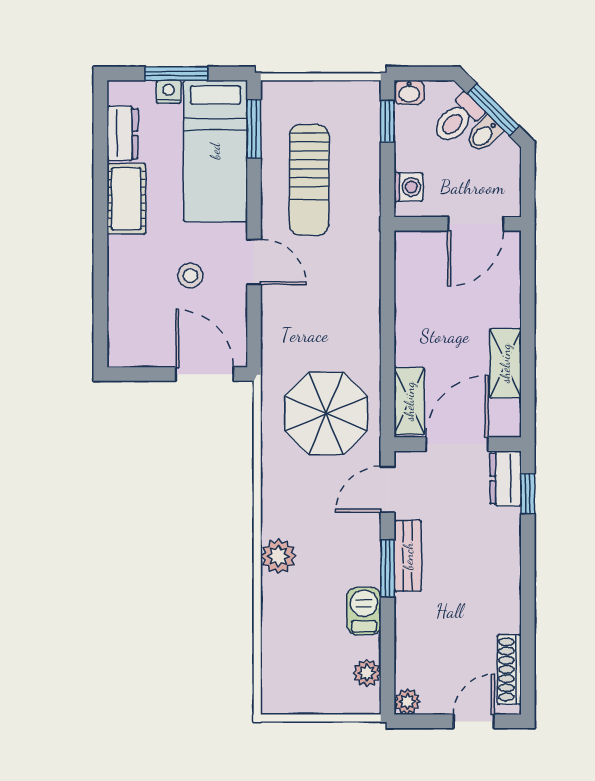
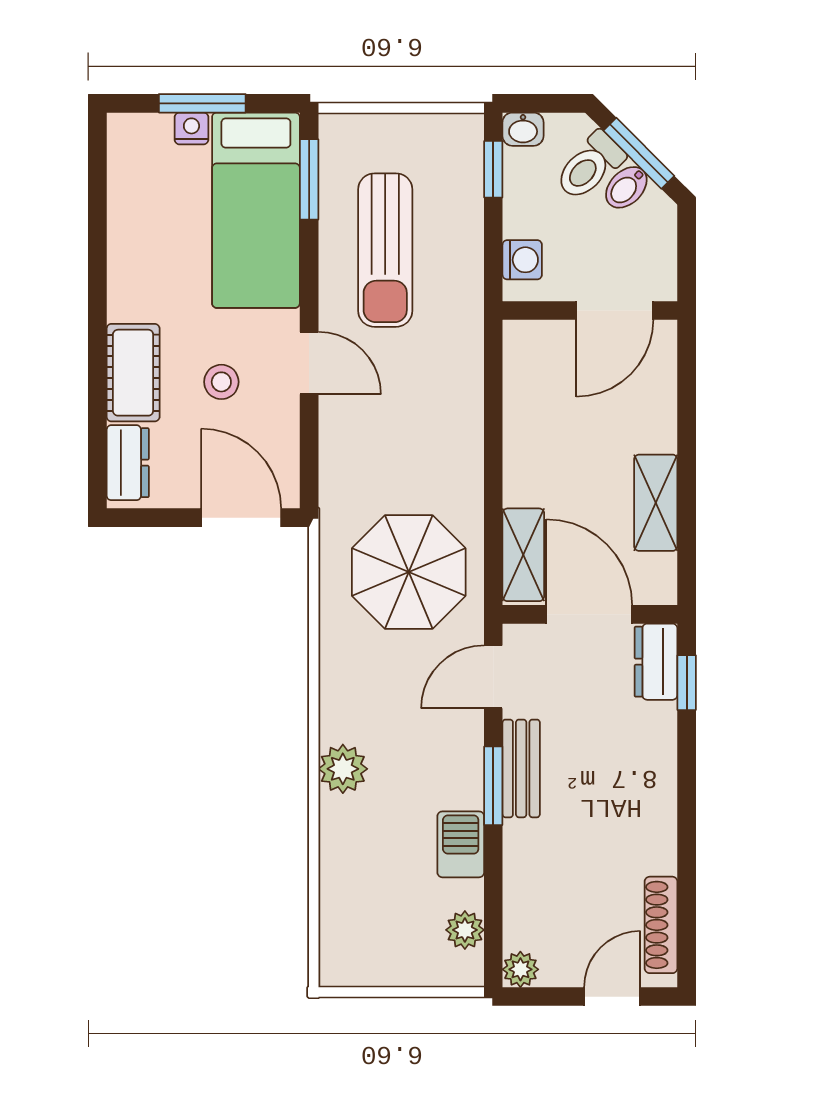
dresser: (122, 133) -> (128, 463), moved
cot: (126, 199) -> (133, 373), moved
door: (457, 444) -> (589, 614), hinge flipped

